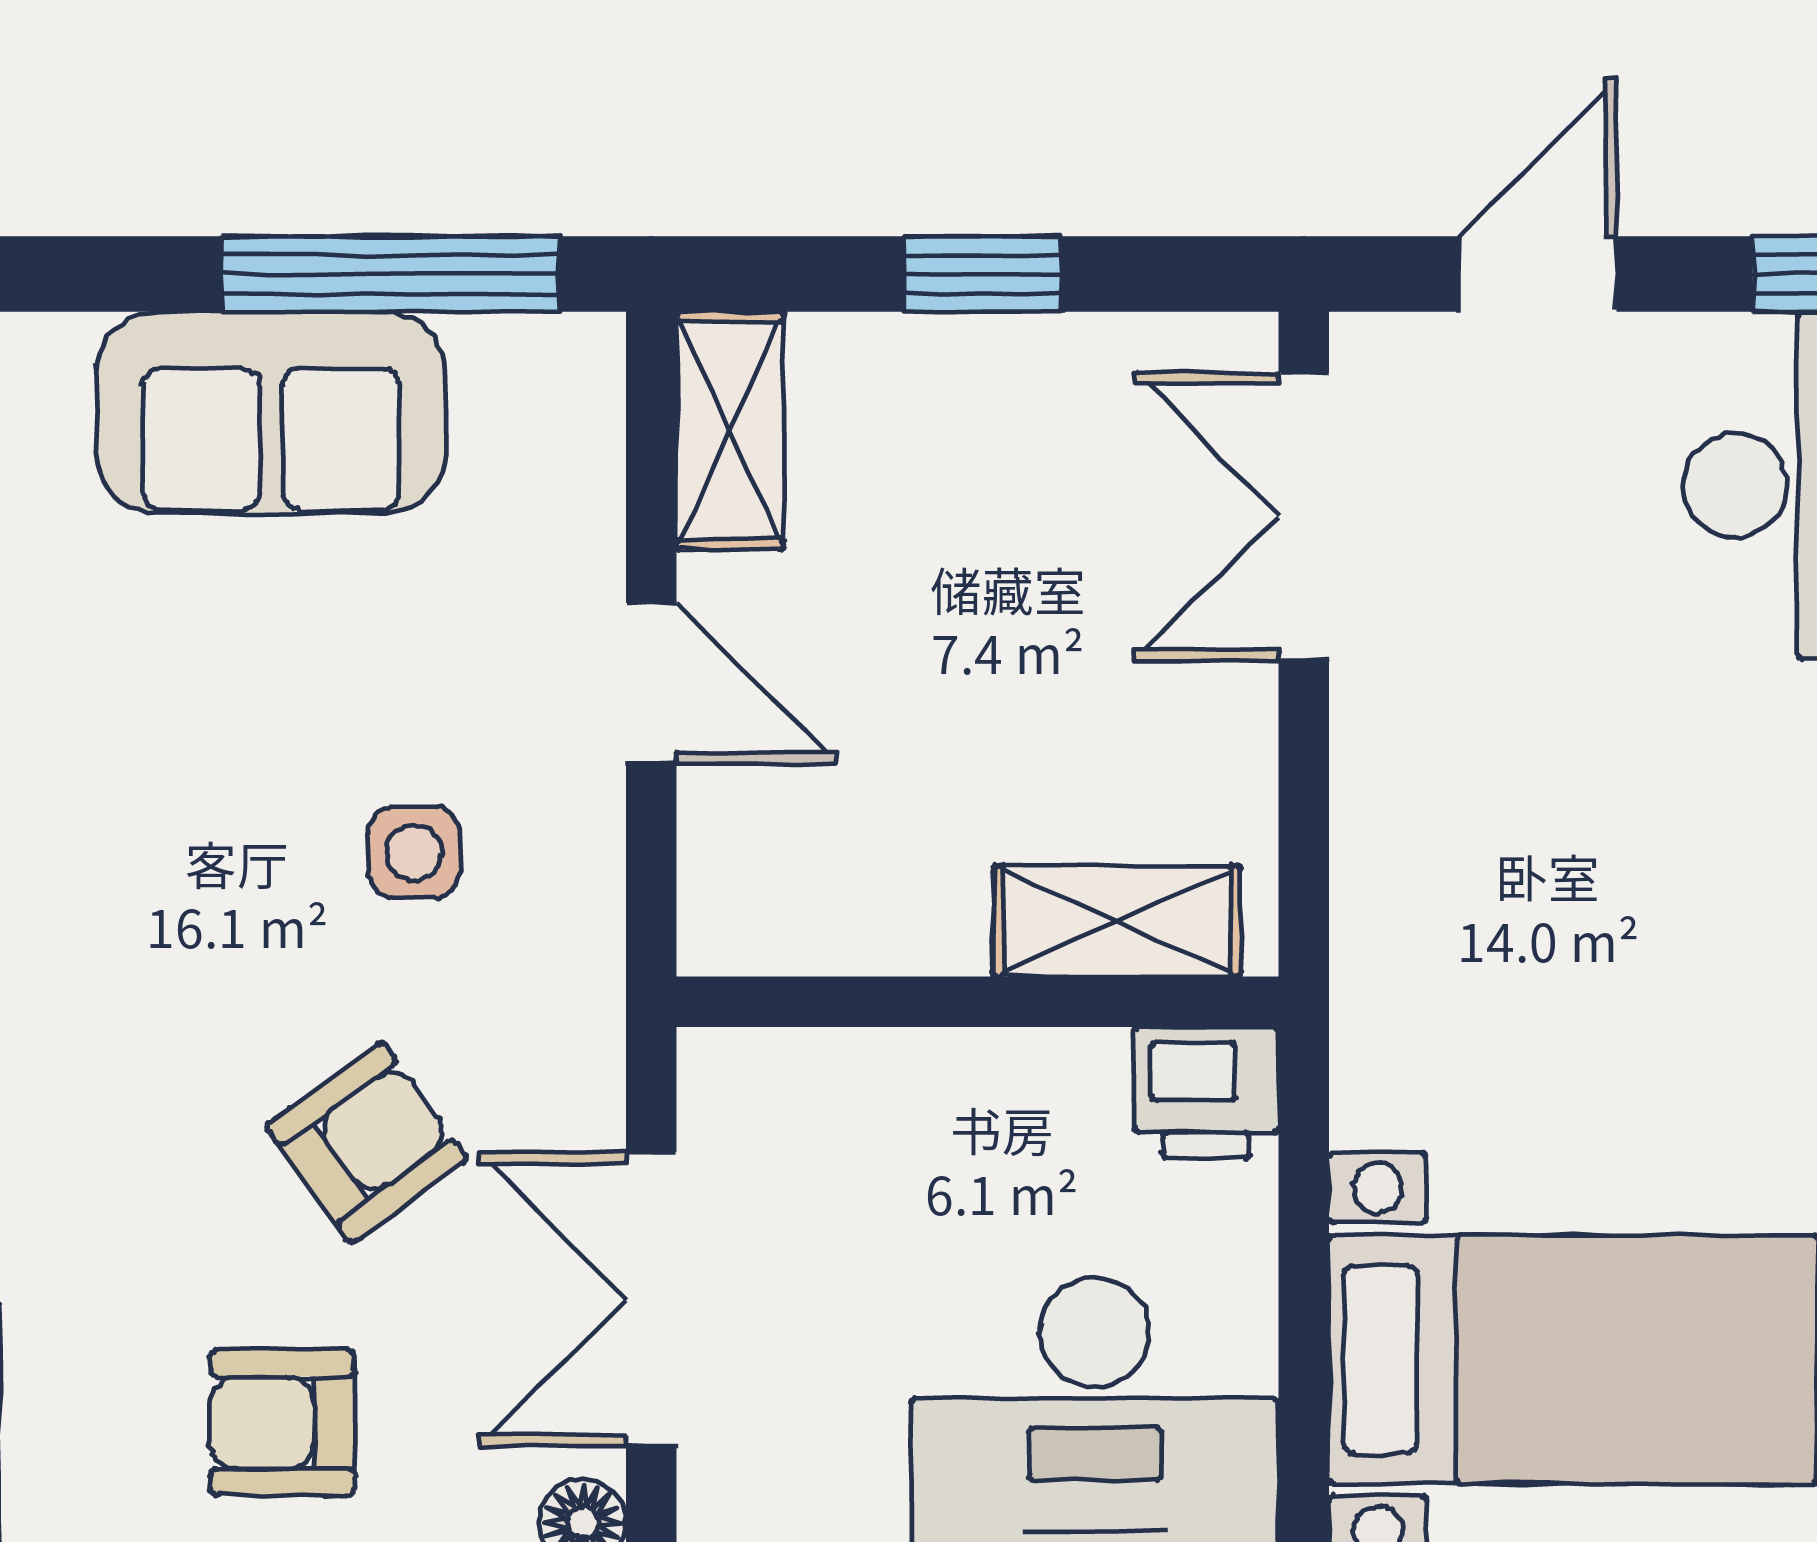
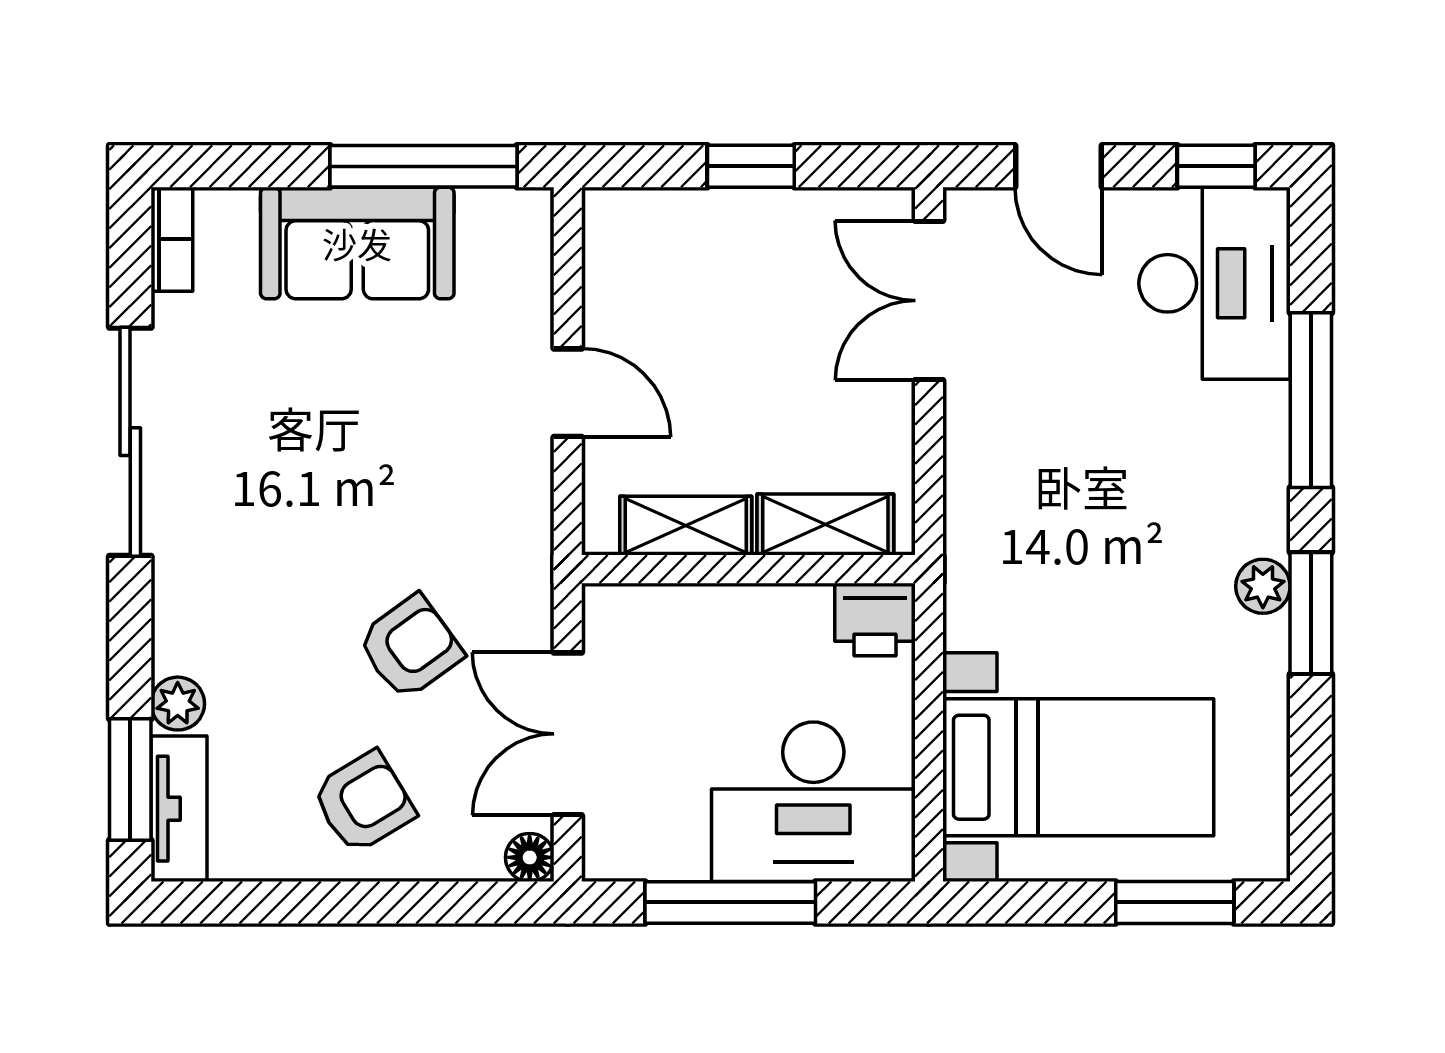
door: (1538, 274) -> (1059, 166), swing flipped
shelving: (730, 431) -> (686, 526), moved, turned 90
side table: (414, 852) -> (436, 486), removed
armchair: (282, 1423) -> (364, 802), turned 149

